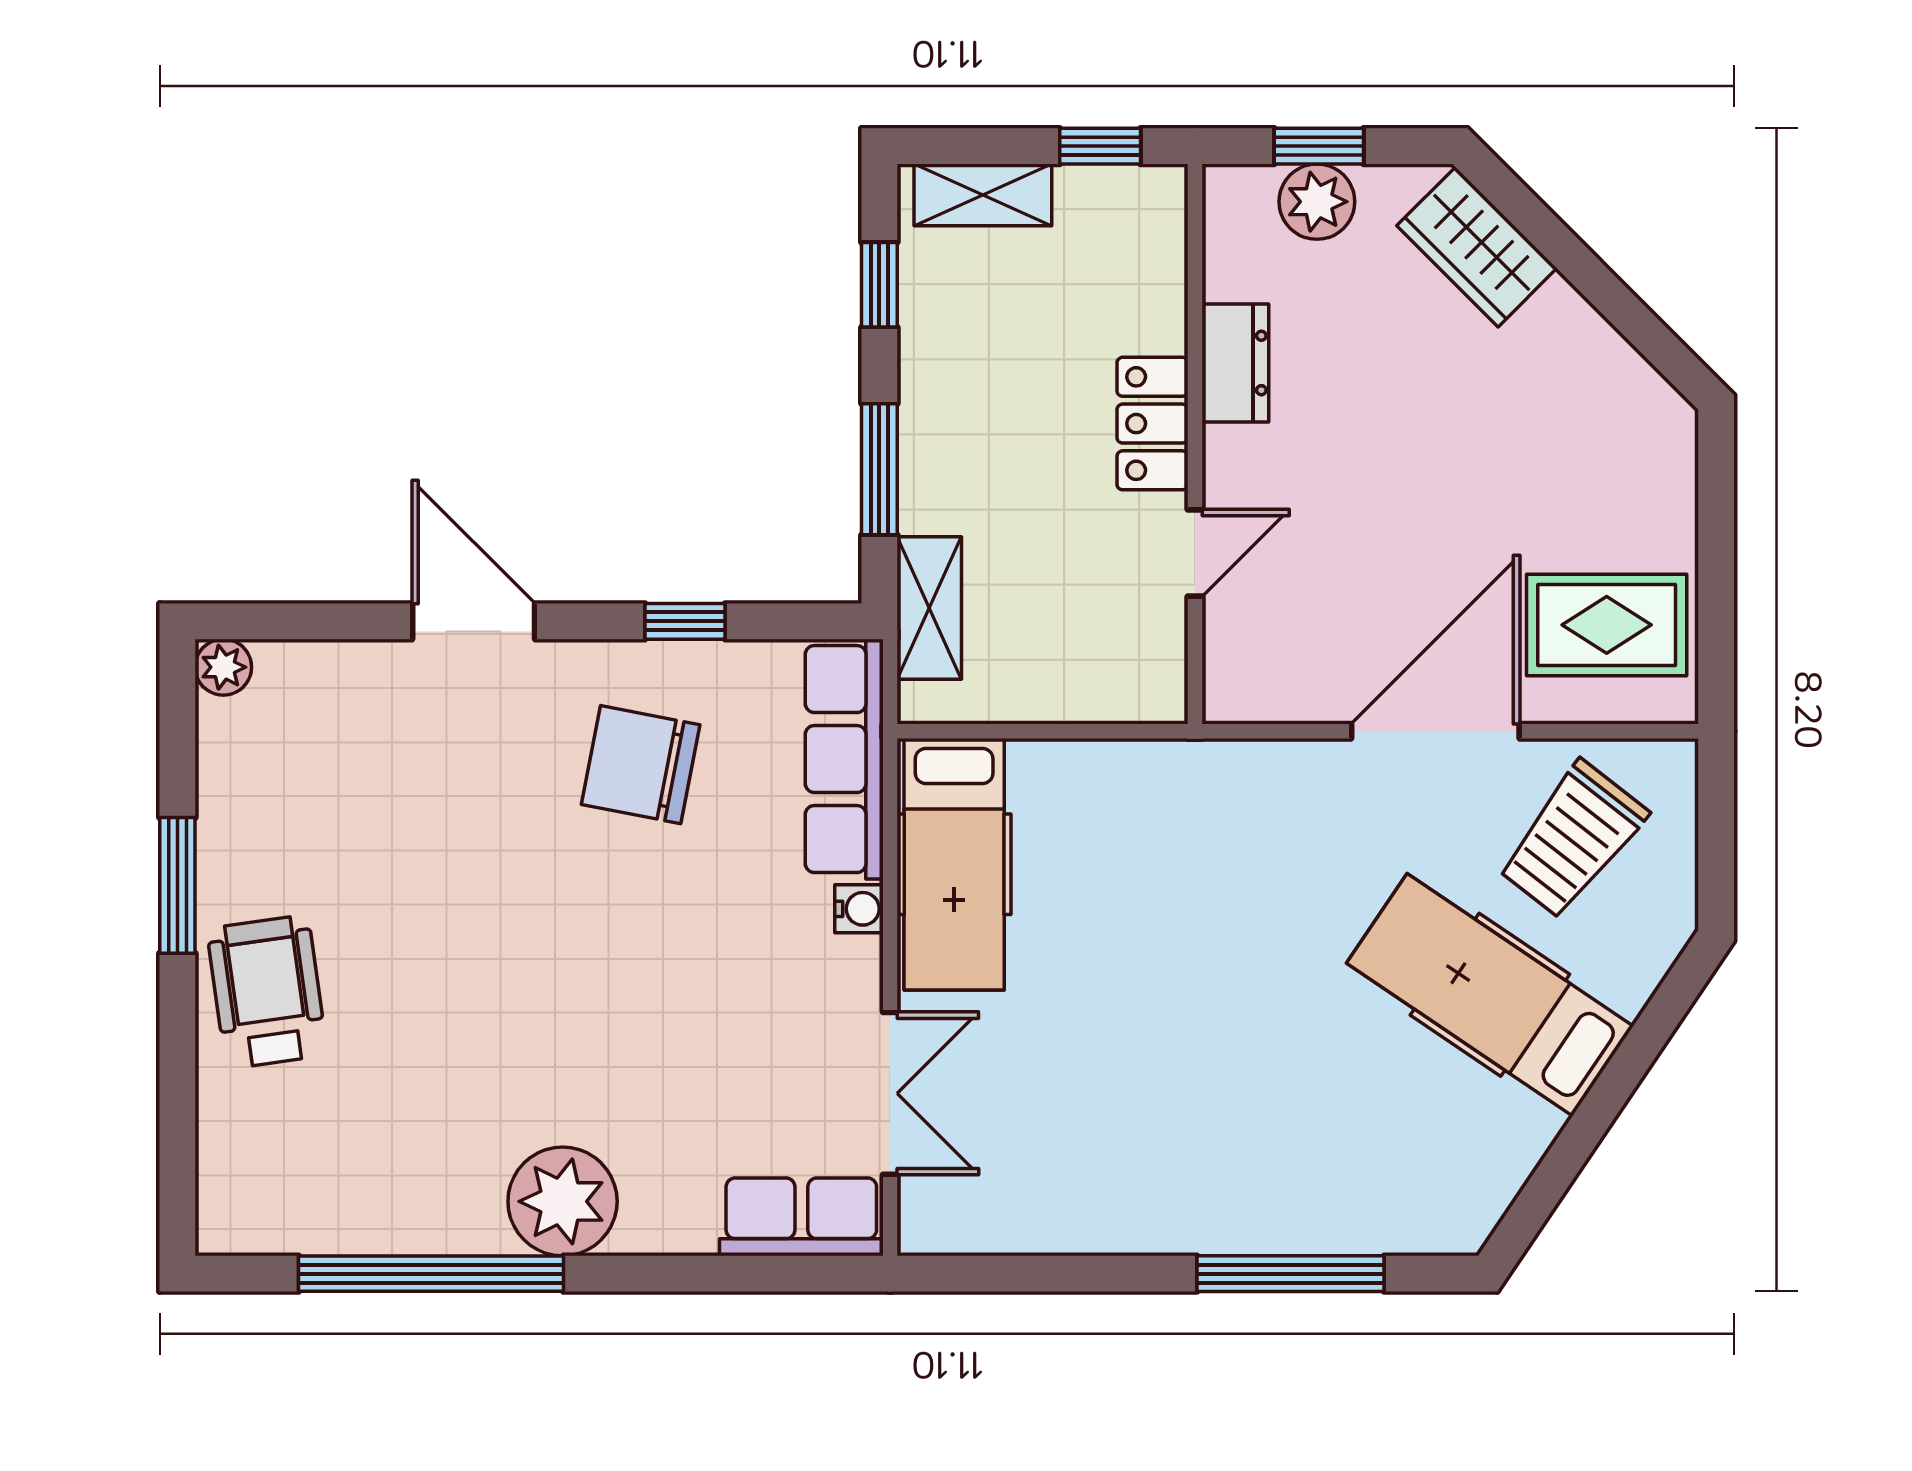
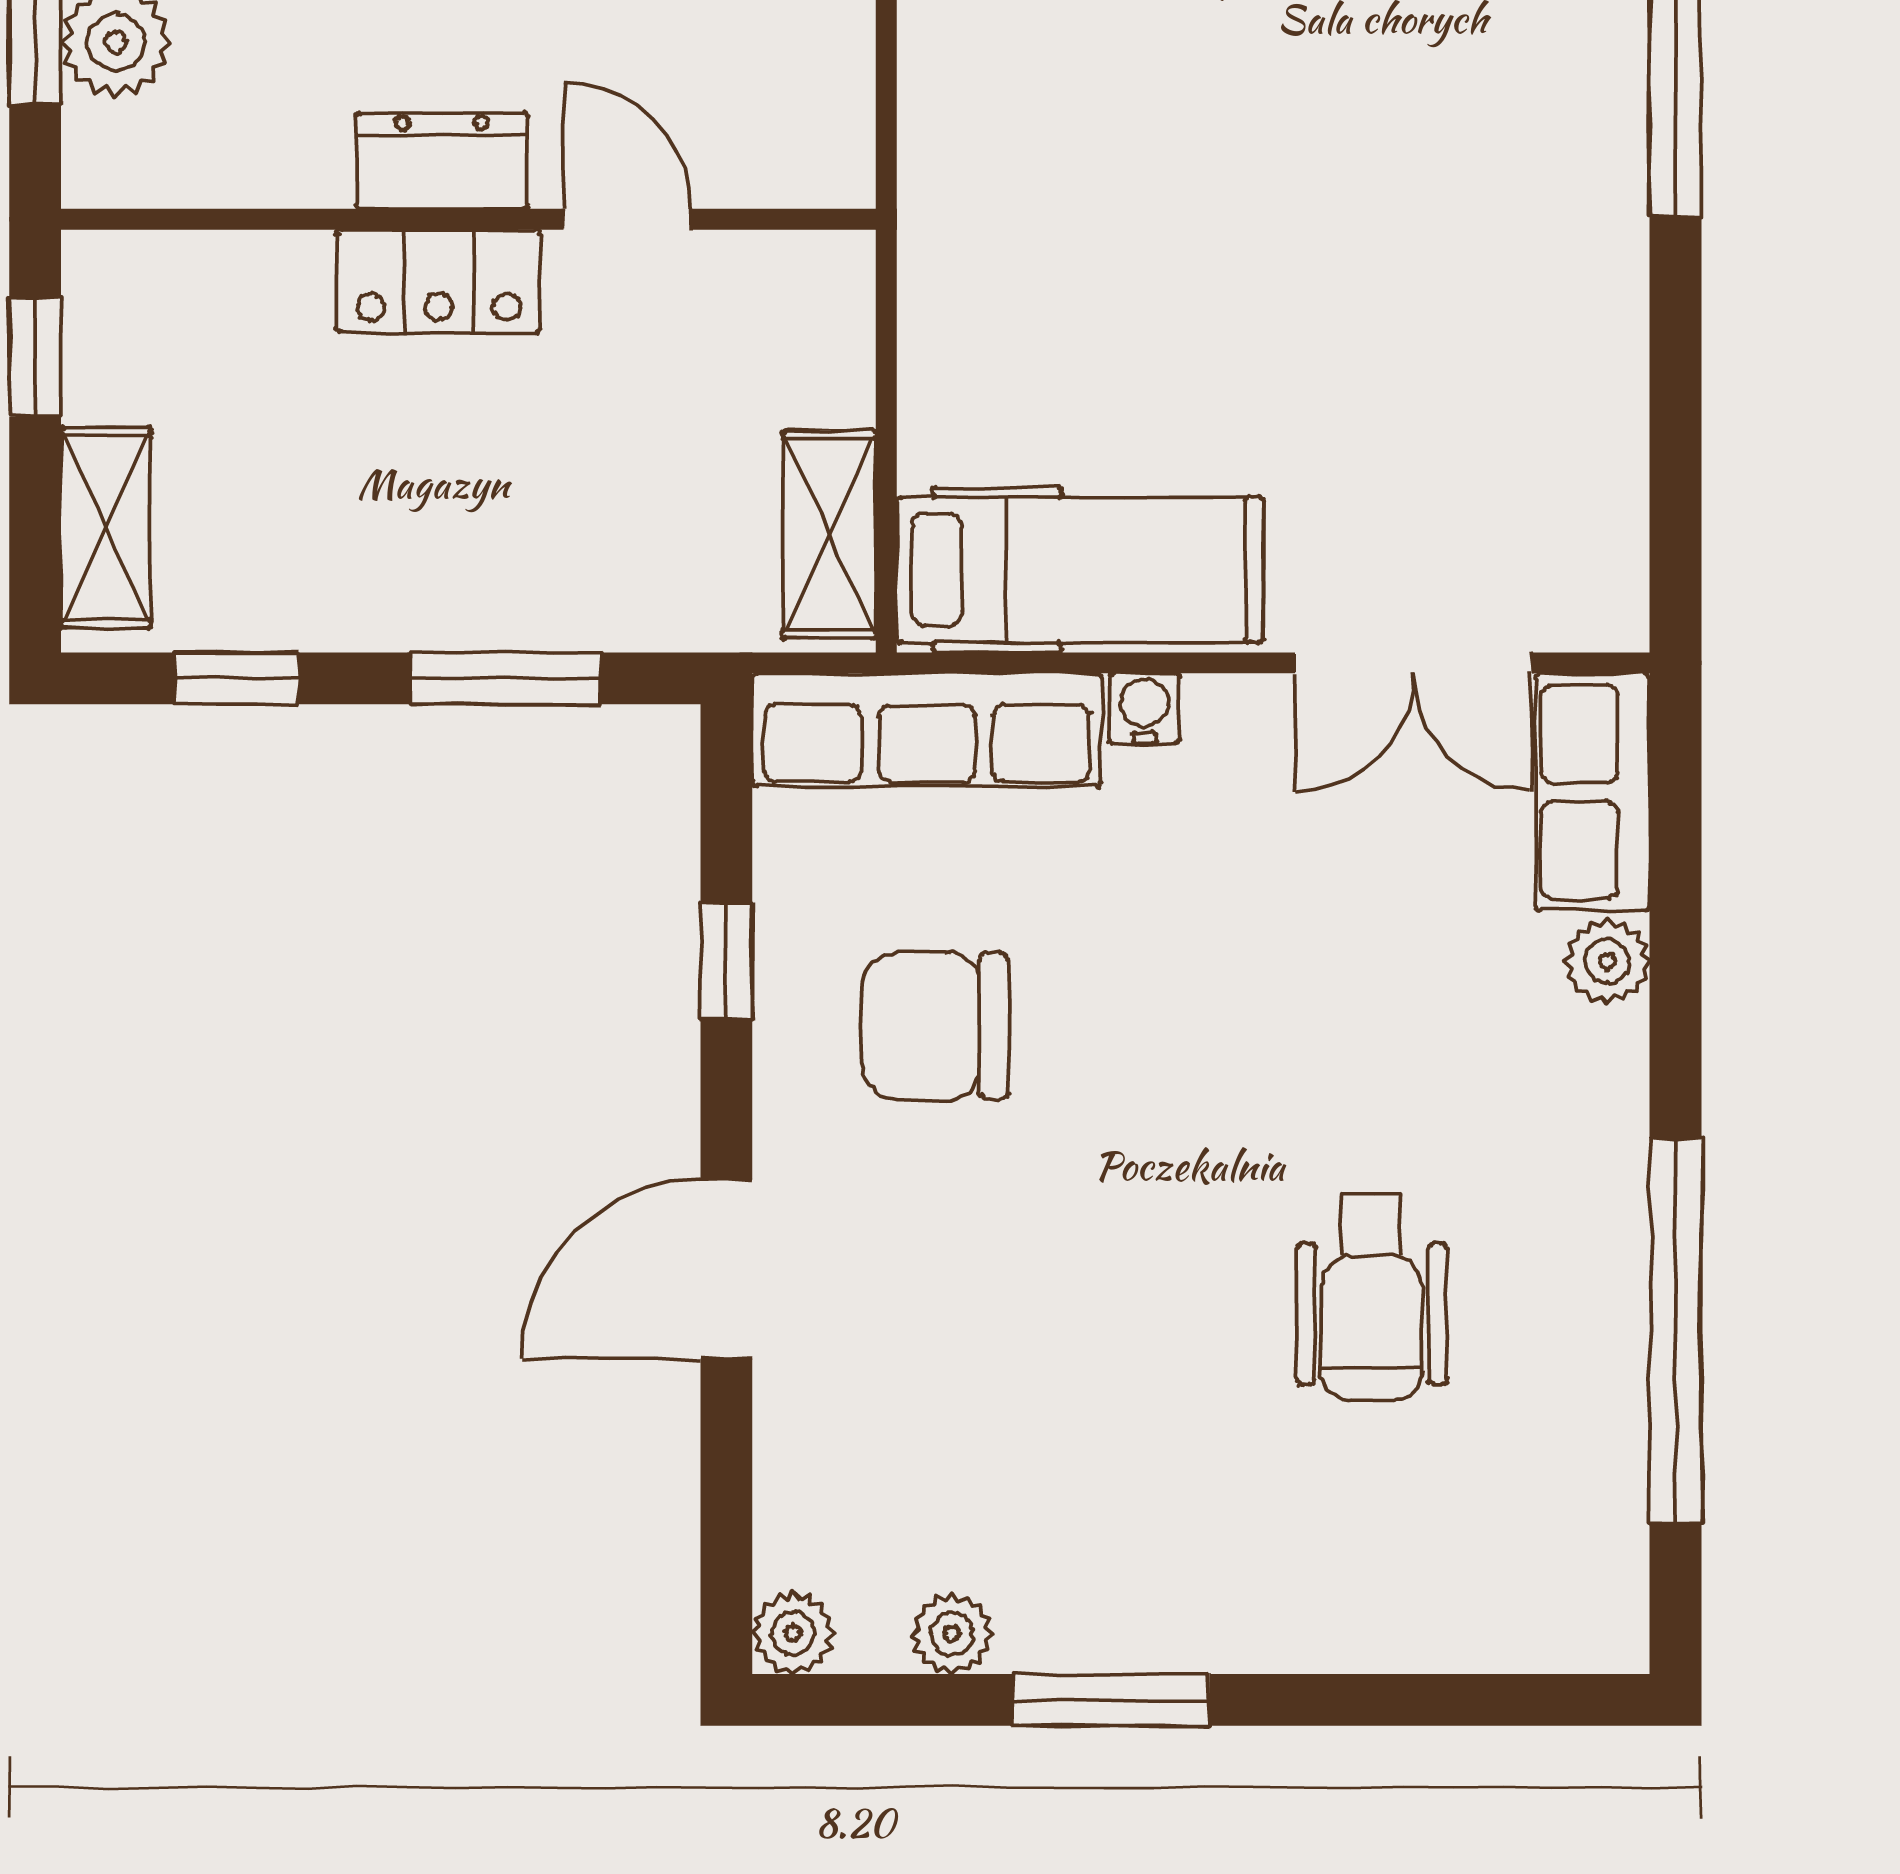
dresser: (1235, 363) -> (442, 161), moved
shelving: (929, 608) -> (829, 535), moved, turned 90
chair: (641, 765) -> (935, 1026), turned 79
plant: (223, 776) -> (952, 1634), added
wheelchair: (267, 992) -> (1372, 1297), moved, turned -82
double door: (890, 1093) -> (1413, 663), swing flipped
plant: (563, 1201) -> (1607, 961), moved, width x0.53, depth x0.53

